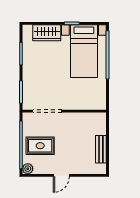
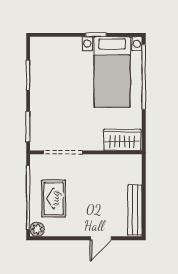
wardrobe: (47, 33) -> (122, 140), moved, turned 180
rug: (40, 146) -> (54, 198), turned 90
bench: (101, 149) -> (135, 210), width x1.36
door: (61, 175) -> (101, 238), moved

